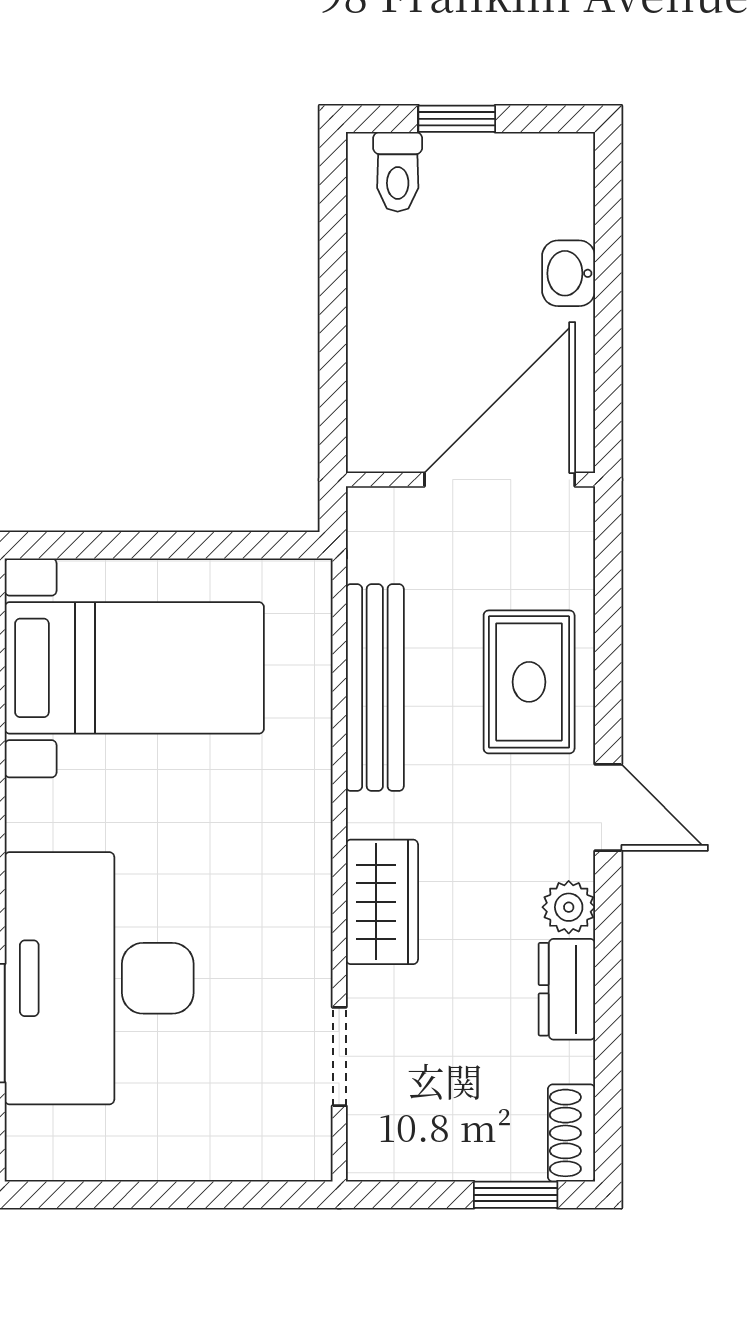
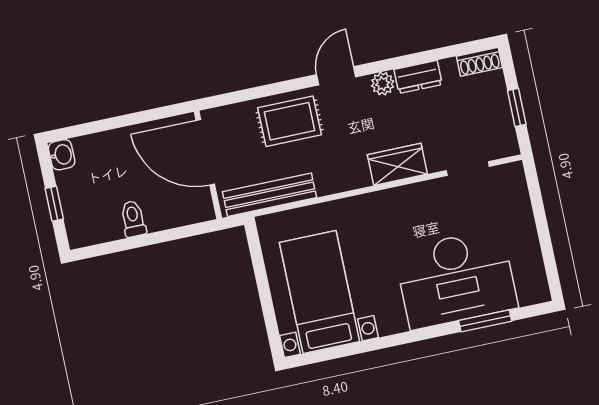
toilet: (398, 172) -> (133, 219), moved, turned -90
washbasin: (569, 273) -> (62, 155), moved, turned -90
bench: (375, 688) -> (269, 195), moved
window: (516, 1195) -> (517, 107), moved

